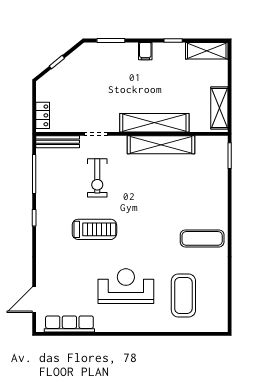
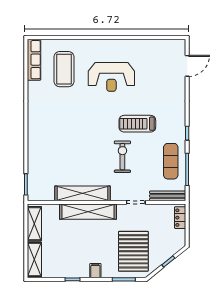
shelving: (207, 51) -> (34, 259), moved, turned 90
pallet: (99, 75) -> (133, 251), added
exercise bike: (97, 178) -> (122, 157), moved
exercise mat: (202, 238) -> (171, 161), moved, turned 90
row of seats: (69, 324) -> (34, 60), moved, turned -90

